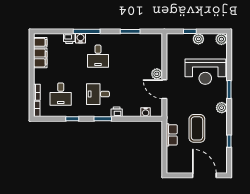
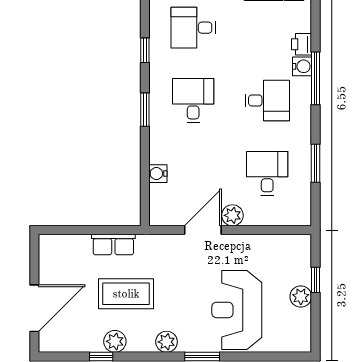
plant: (221, 39) -> (115, 341), moved
desk: (98, 56) -> (267, 100), turned 180
desk: (135, 56) -> (267, 173), added
printer: (117, 112) -> (159, 137), removed
water cooler: (146, 112) -> (158, 174), moved

